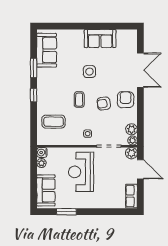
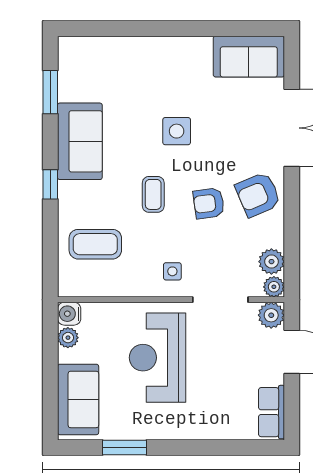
sofa: (100, 39) -> (249, 57), moved
sofa: (47, 50) -> (80, 141), moved
window: (34, 68) -> (50, 92), moved
armchair: (126, 100) -> (258, 195), turned -113

